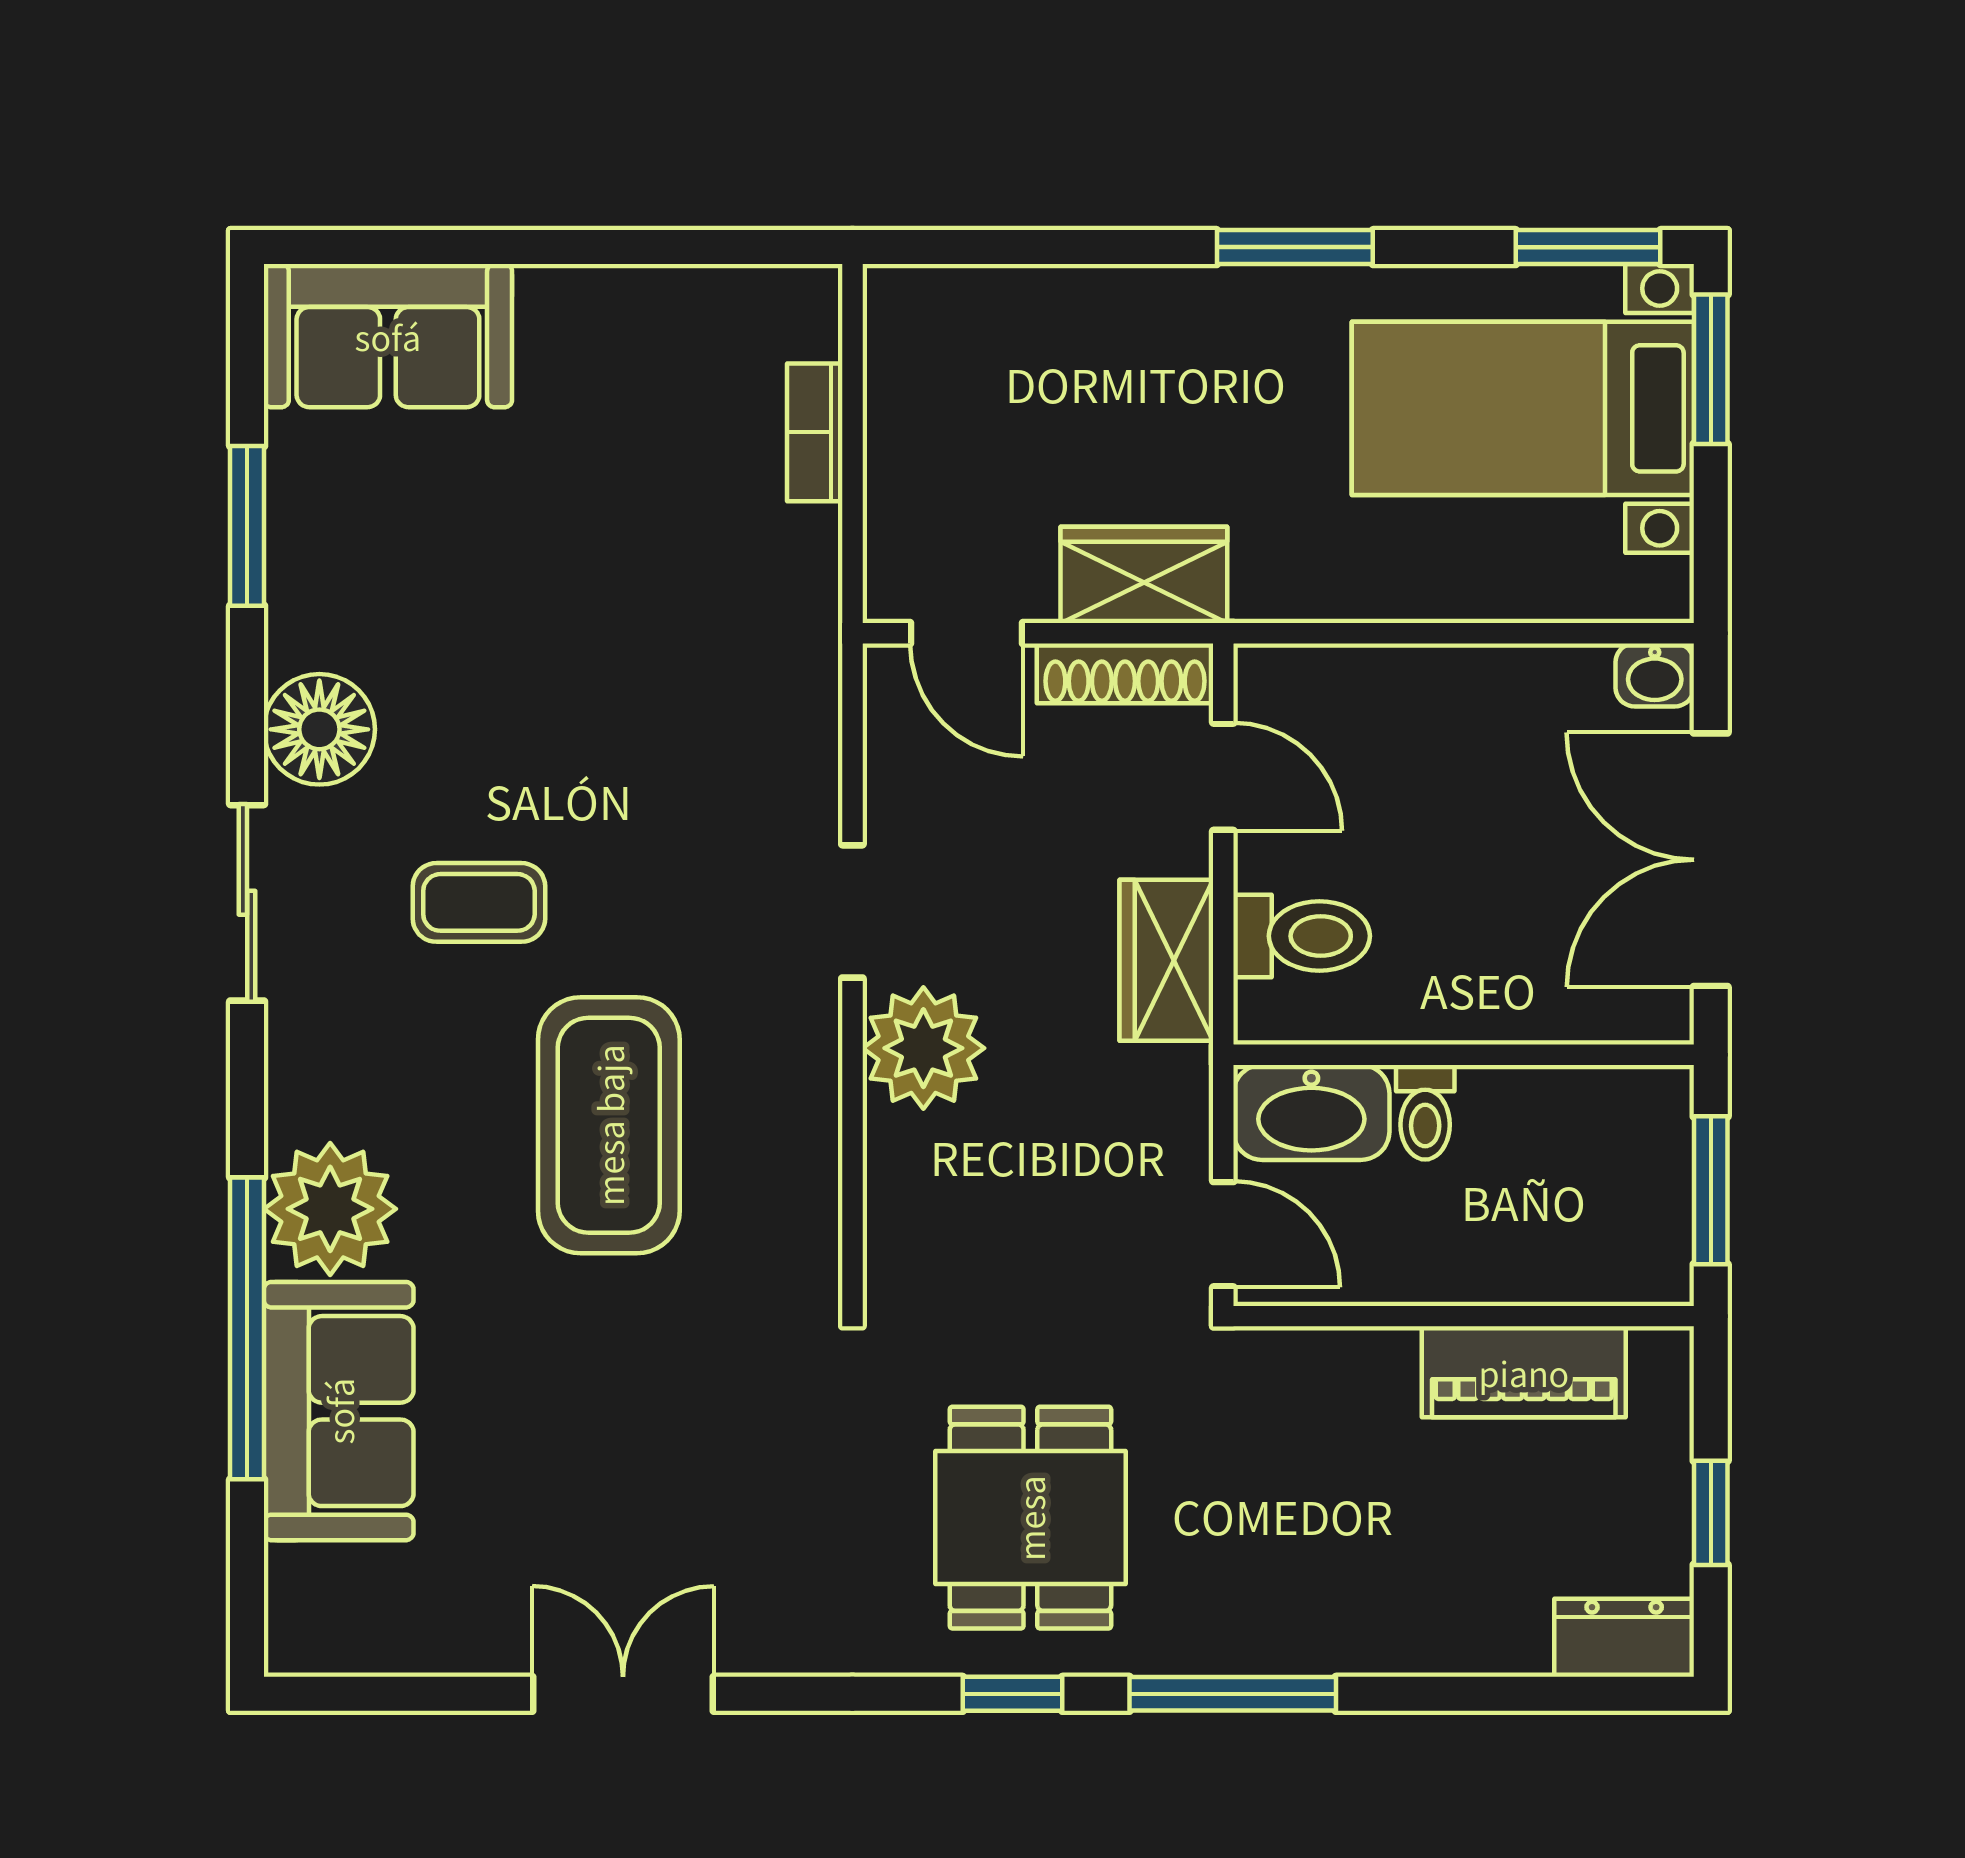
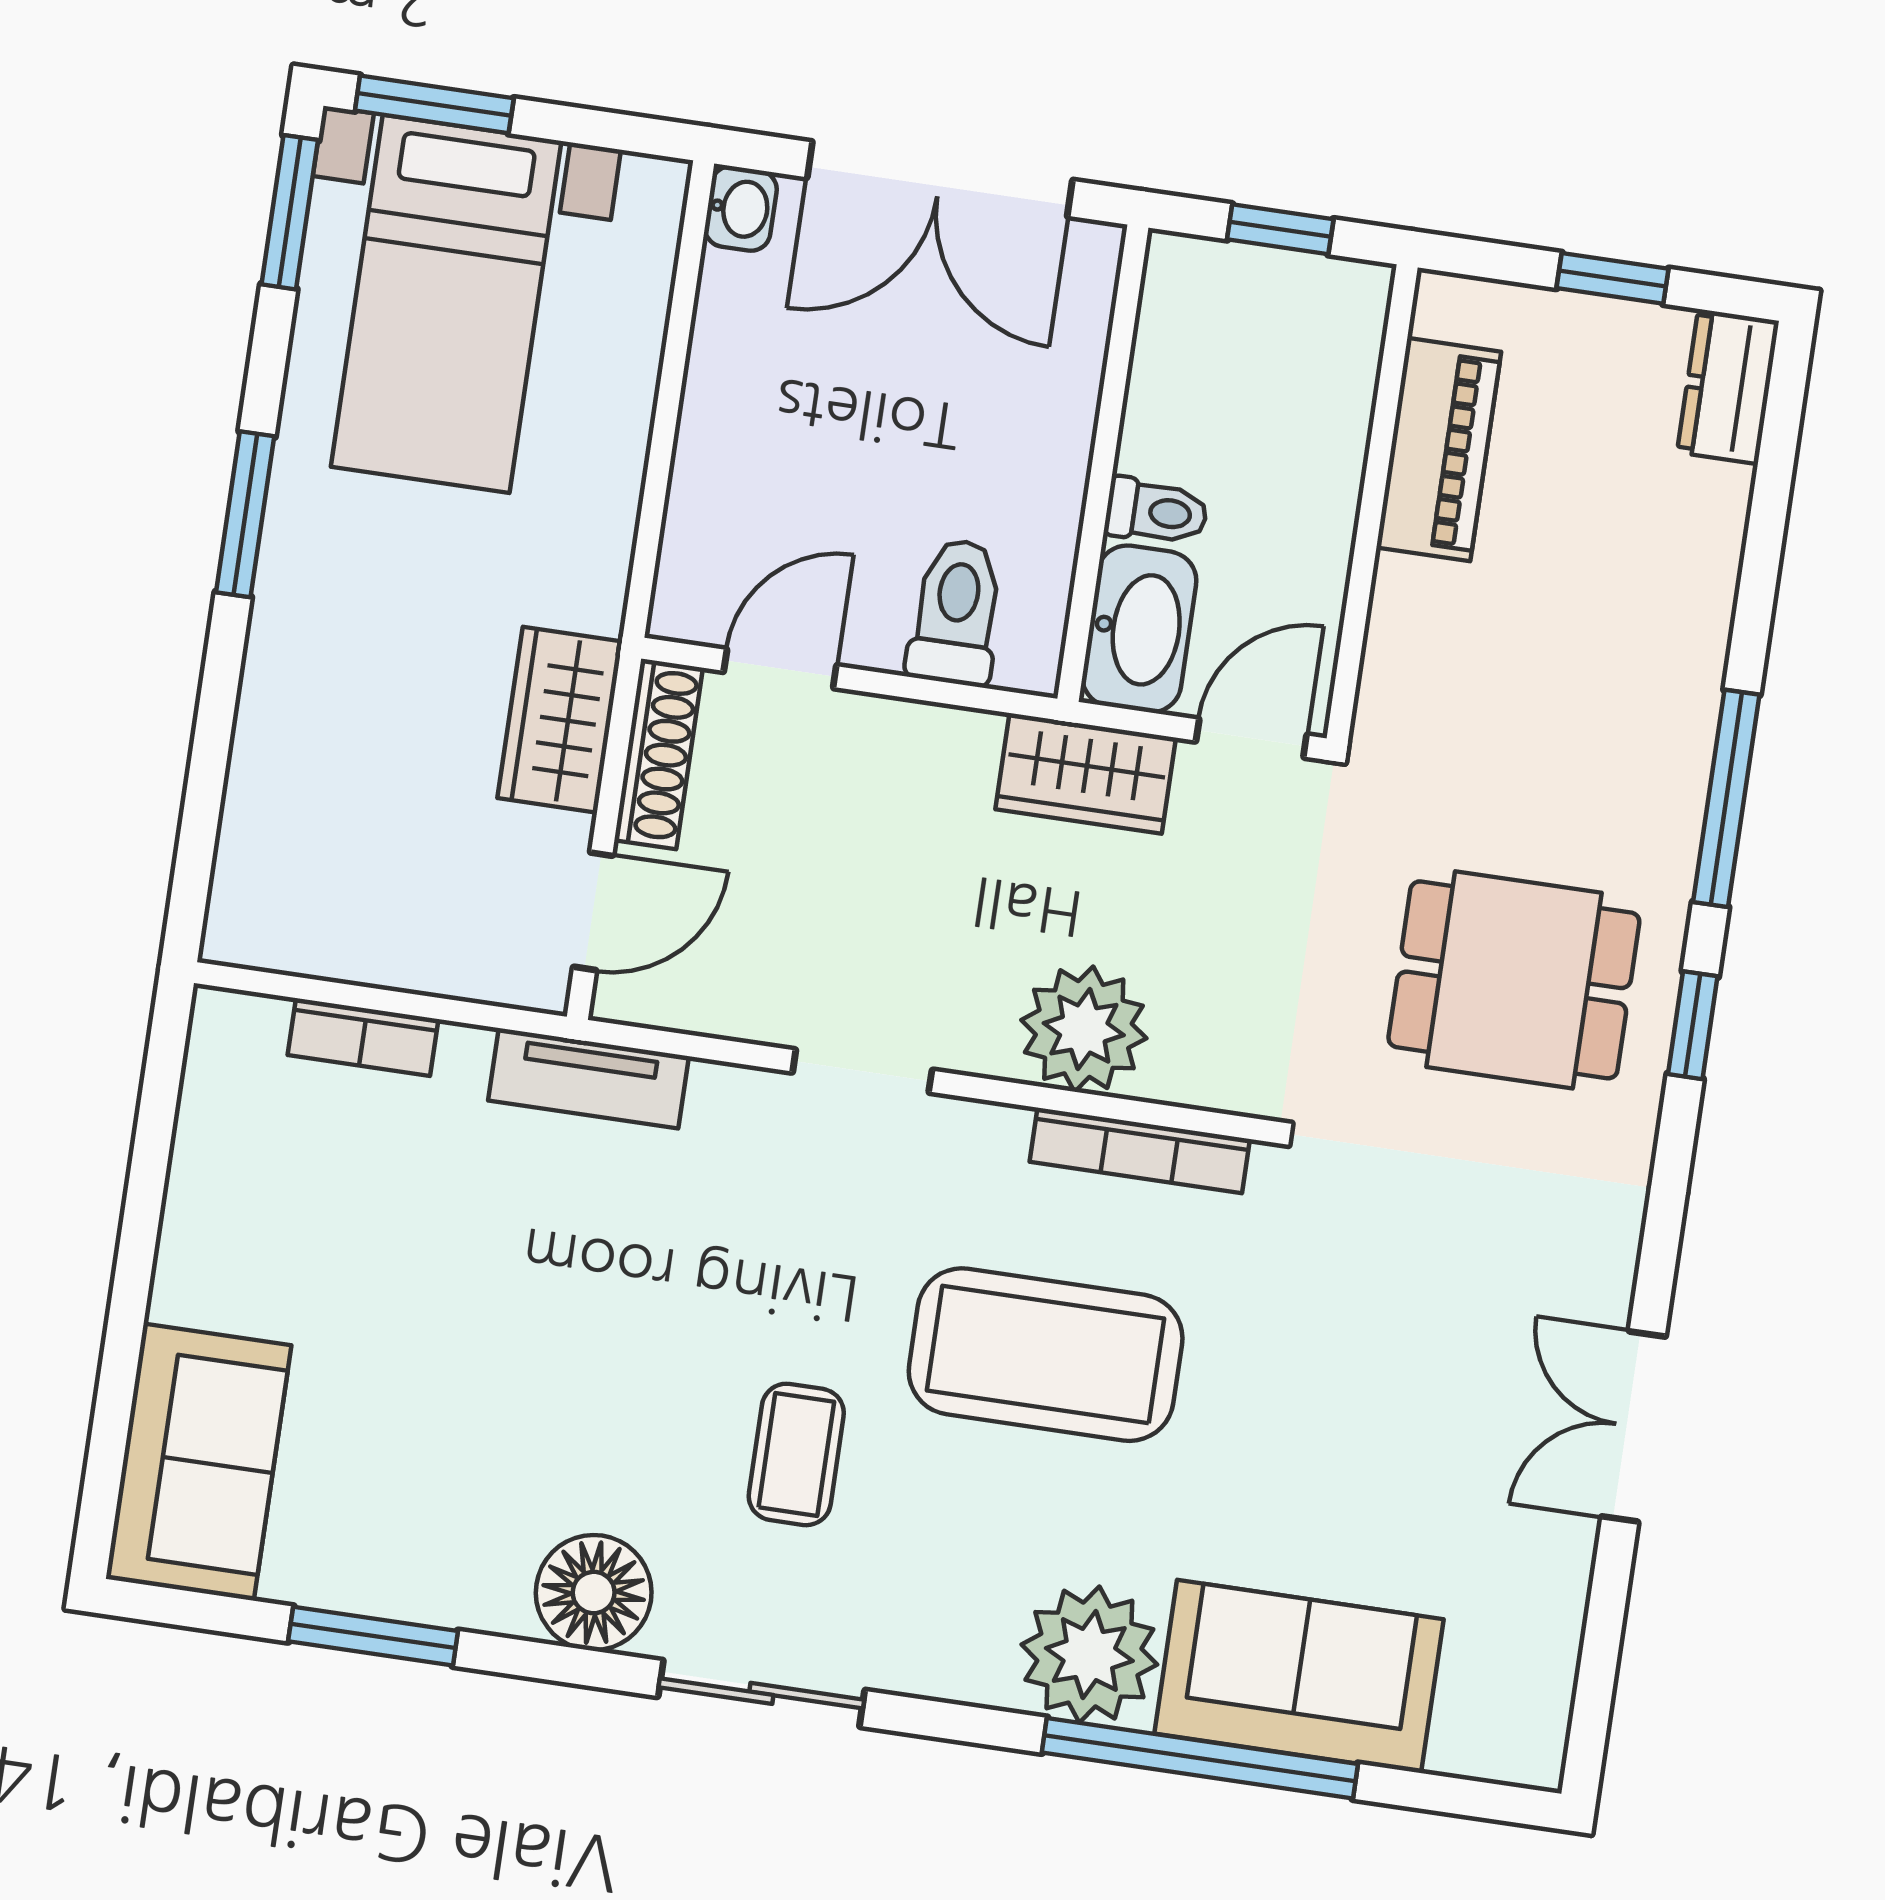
tv unit: (807, 652) -> (589, 1078), added
wardrobe: (1166, 960) -> (1086, 773), moved
plant: (923, 1048) -> (1084, 1029), moved
bookcase: (816, 1186) -> (1140, 1150), added
window: (1711, 1190) -> (1280, 229), width x0.67

